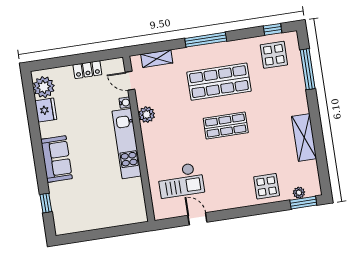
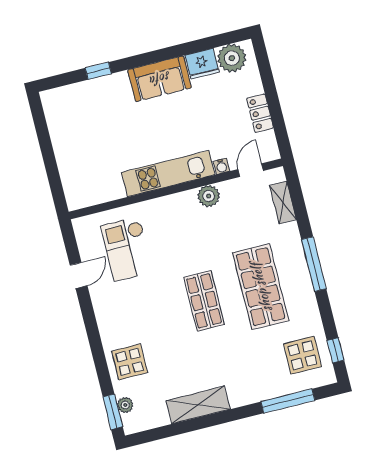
sofa: (57, 159) -> (160, 79), moved
window: (46, 203) -> (98, 71), moved

